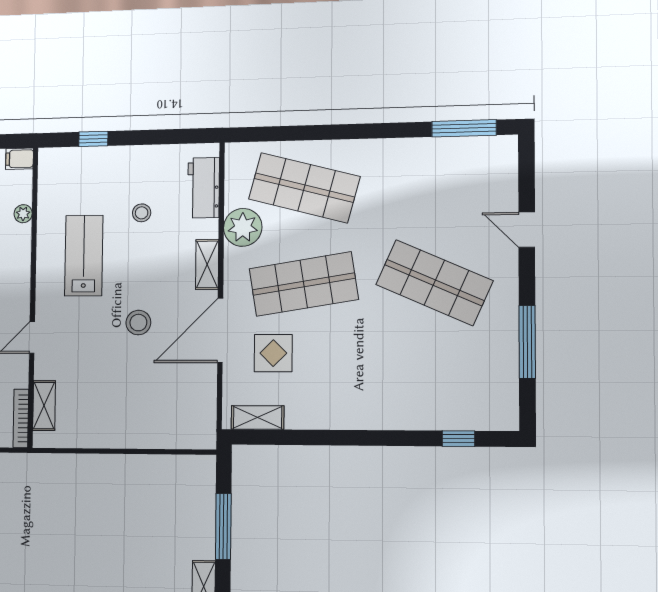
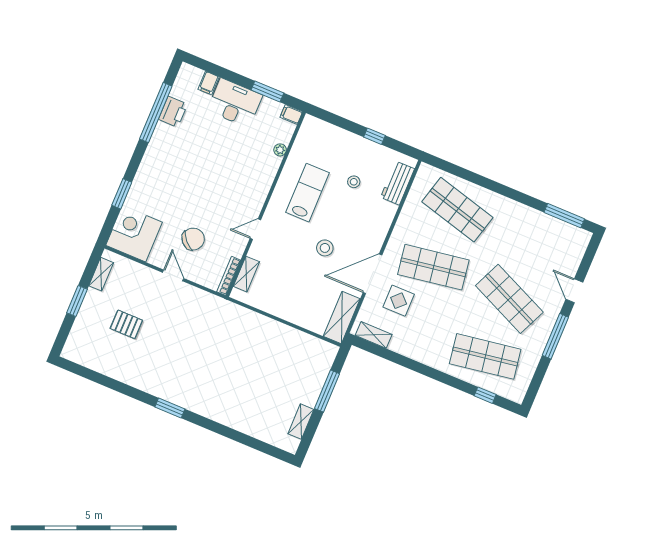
window: (93, 139) -> (374, 136), moved
plant: (243, 227) -> (411, 218), removed
shelving: (207, 264) -> (342, 318), moved, width x1.50, depth x1.33
window: (527, 342) -> (555, 336), moved
shop shelf: (434, 381) -> (485, 356), added

